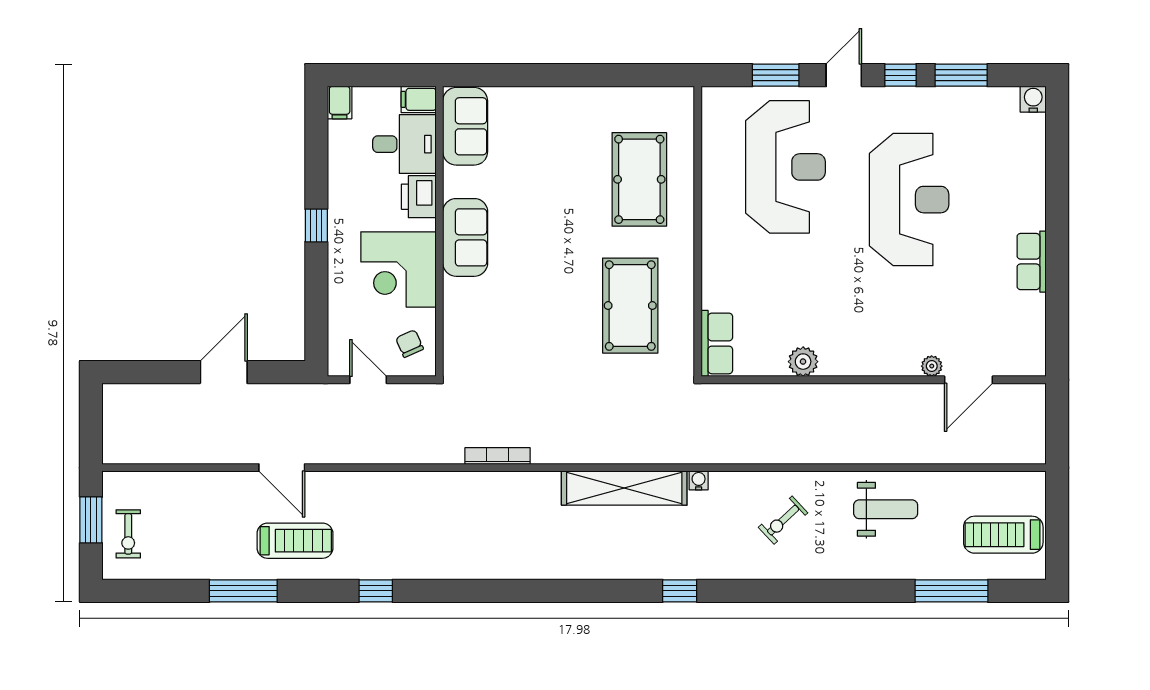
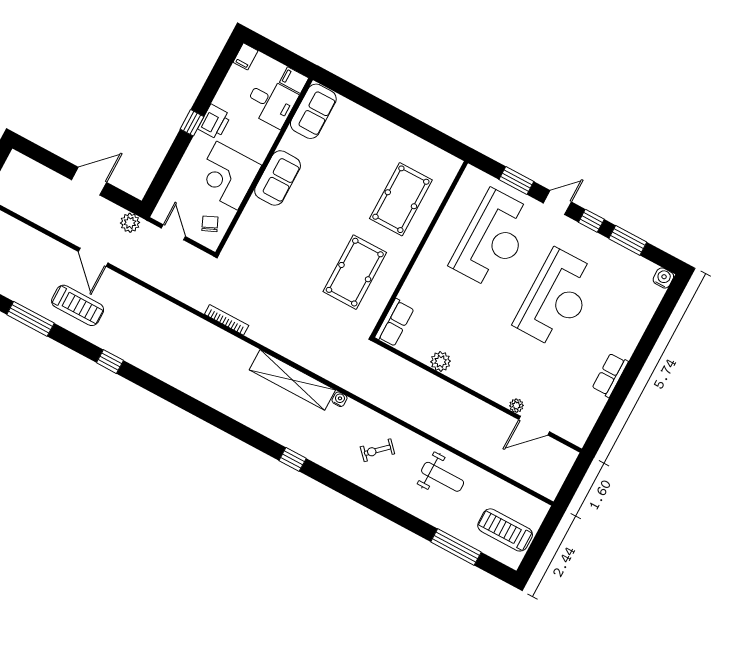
printer: (419, 197) -> (214, 122), moved, turned 180
plant: (305, 397) -> (130, 223), added

